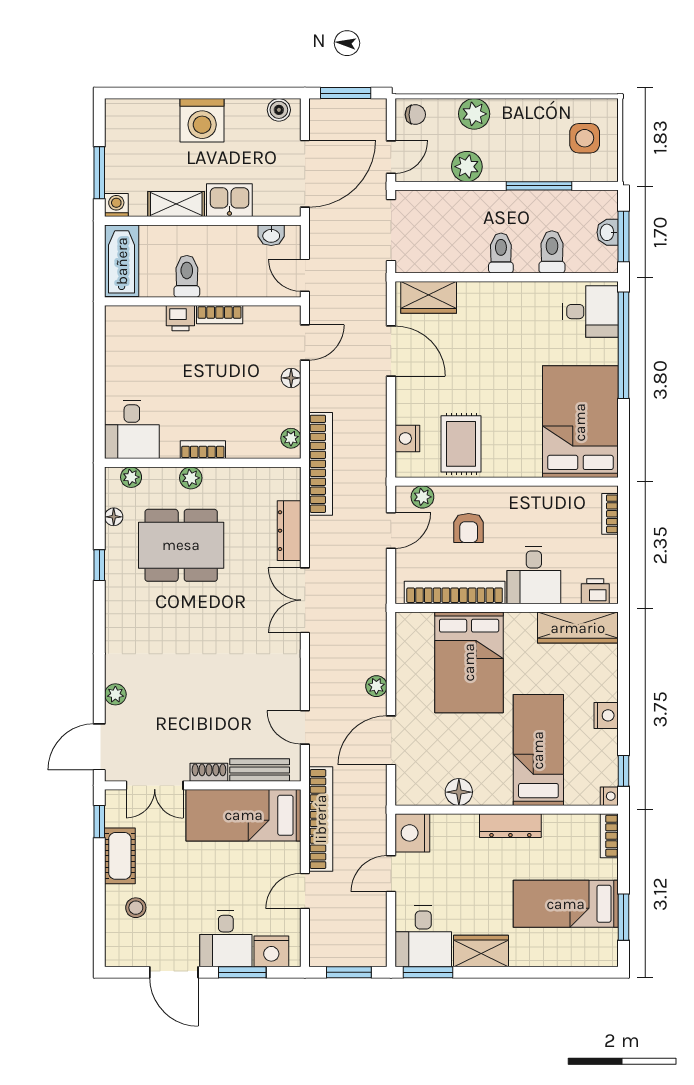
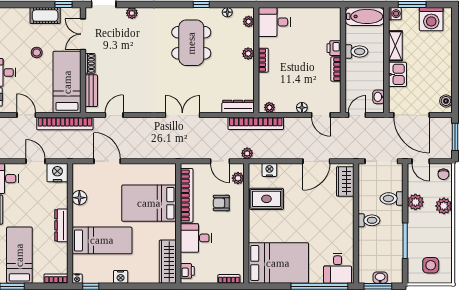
washing machine: (202, 120) -> (431, 19), moved, turned -90
toilet: (552, 252) -> (392, 198), moved, turned 180
dresser: (289, 531) -> (238, 106), moved
dining table: (181, 545) -> (191, 43), moved
plant: (376, 686) -> (247, 153), moved
stool: (136, 908) -> (37, 52), moved

